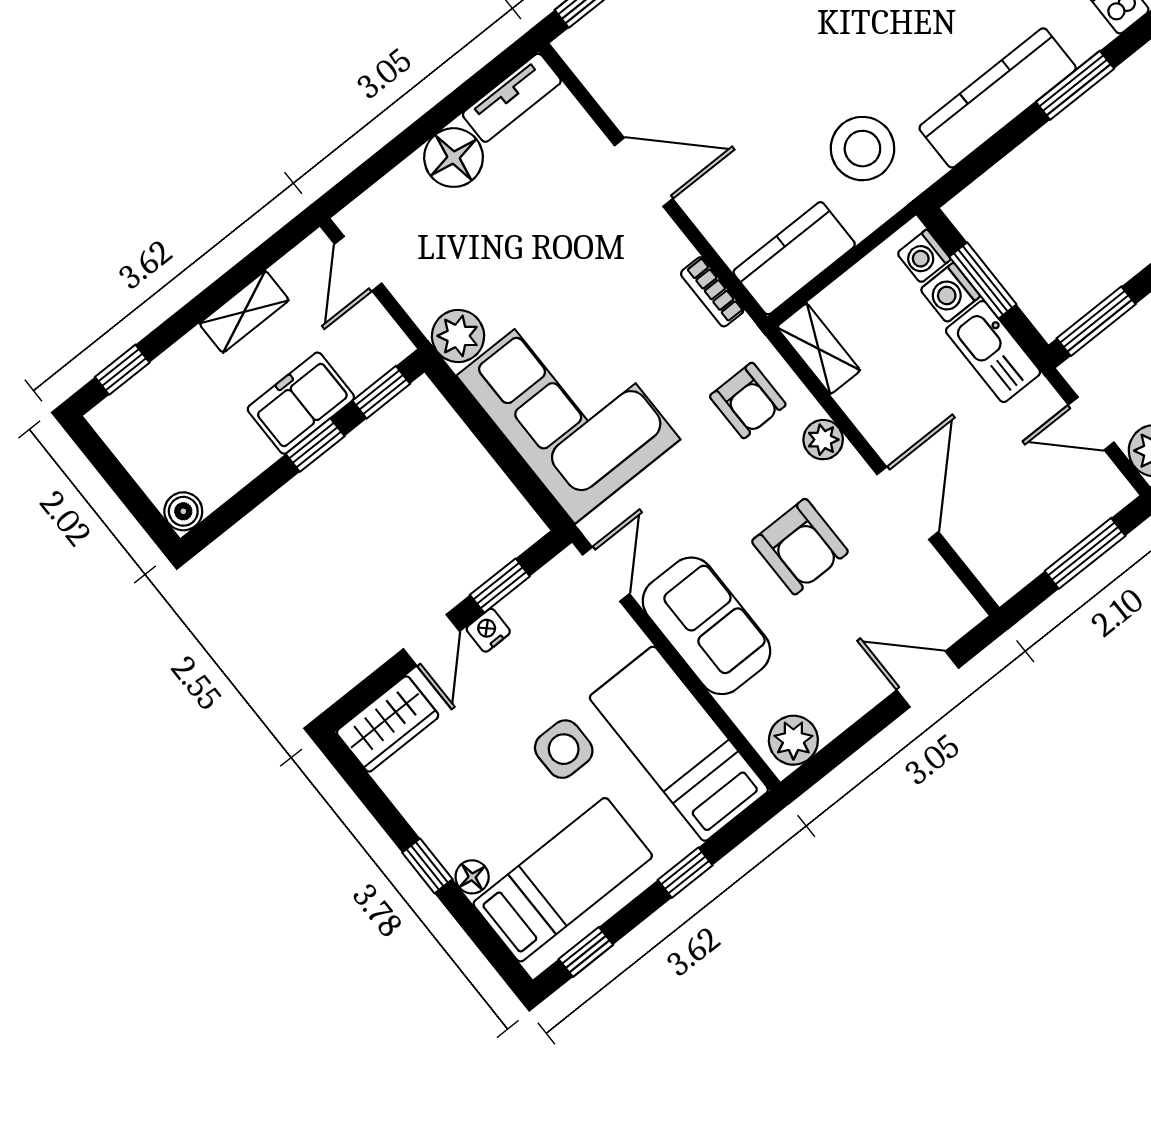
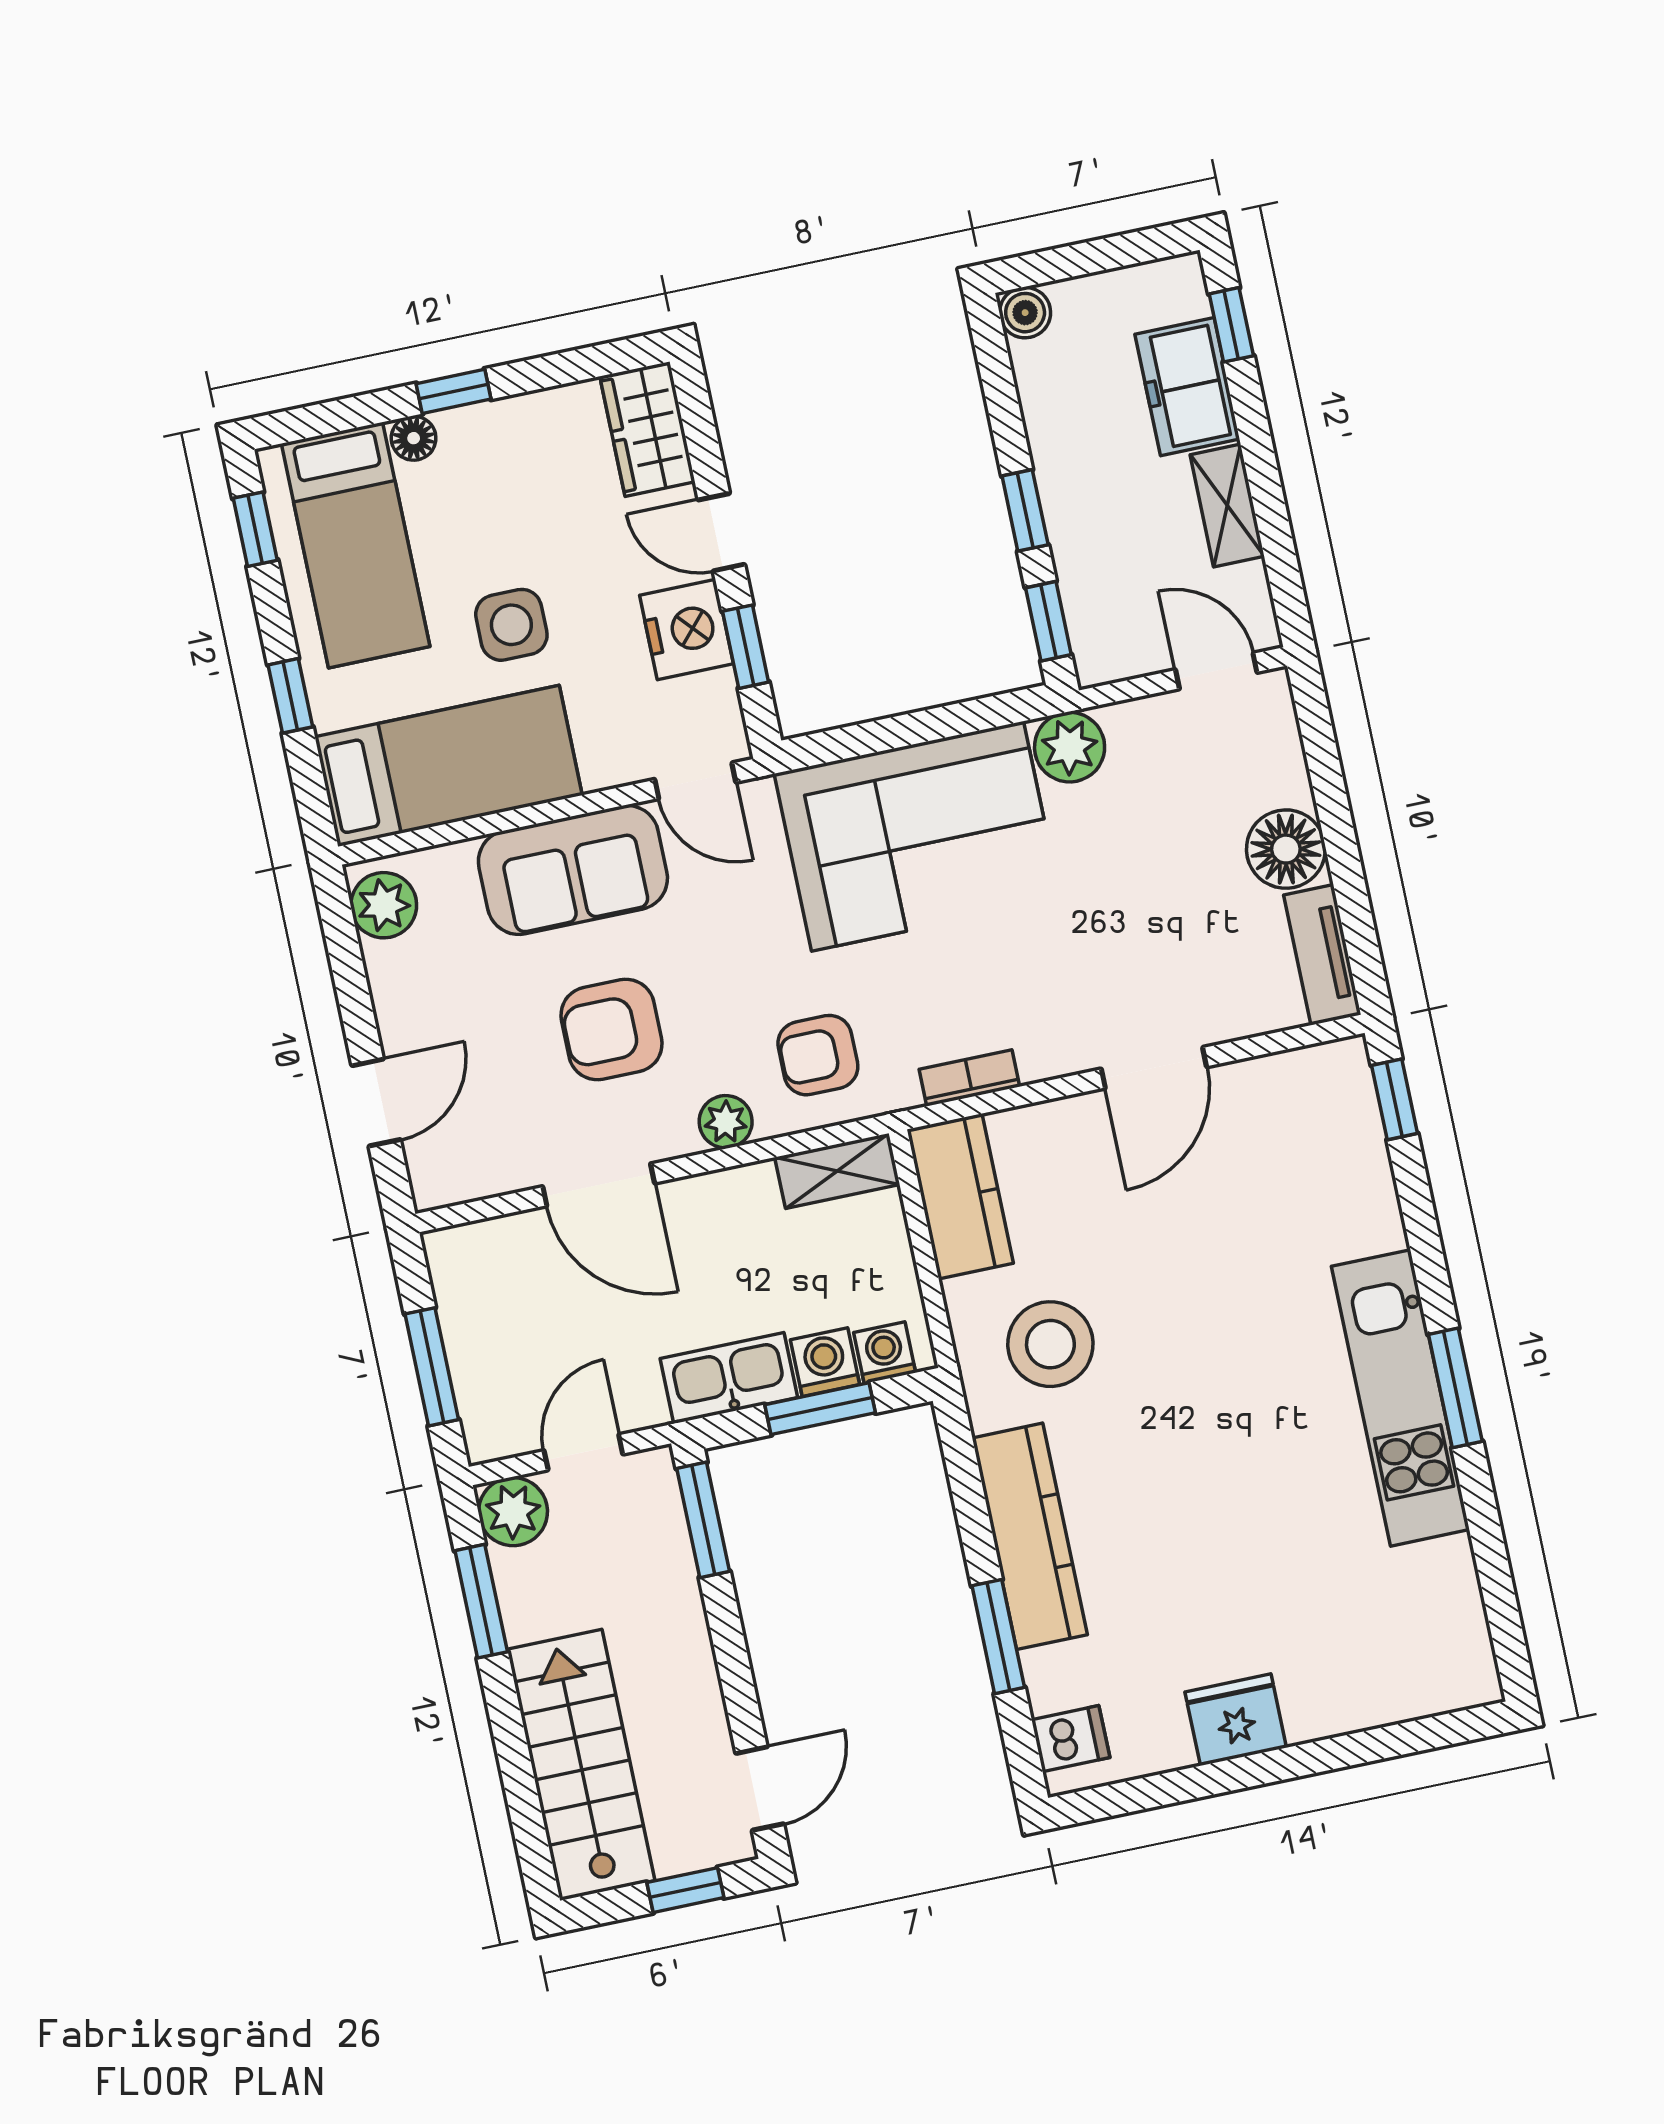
freezer: (301, 403) -> (1187, 387), moved, turned 180
nightstand: (488, 630) -> (686, 630), width x1.89, depth x1.79

